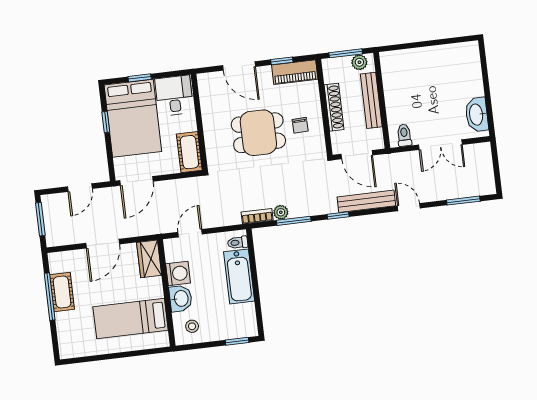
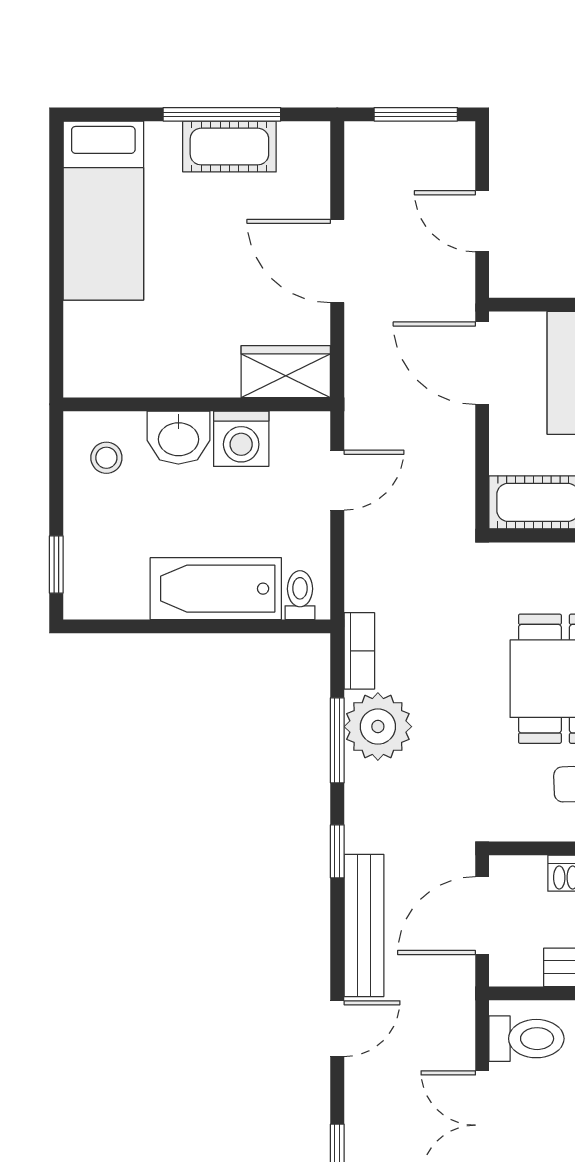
toilet: (404, 135) -> (527, 1039), width x1.37, depth x1.39
plant: (281, 212) -> (378, 727), width x1.88, depth x1.88
door: (190, 233) -> (337, 480), hinge flipped
bed: (131, 319) -> (103, 211), moved, turned 180

